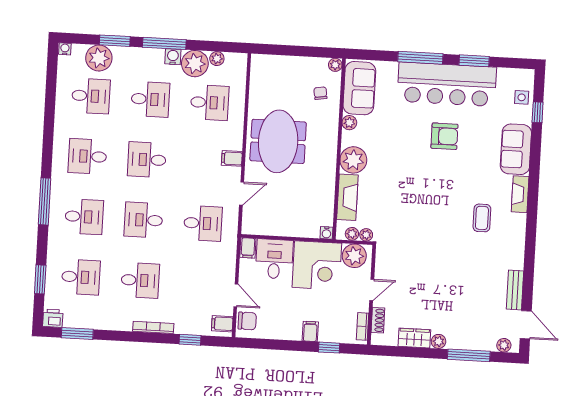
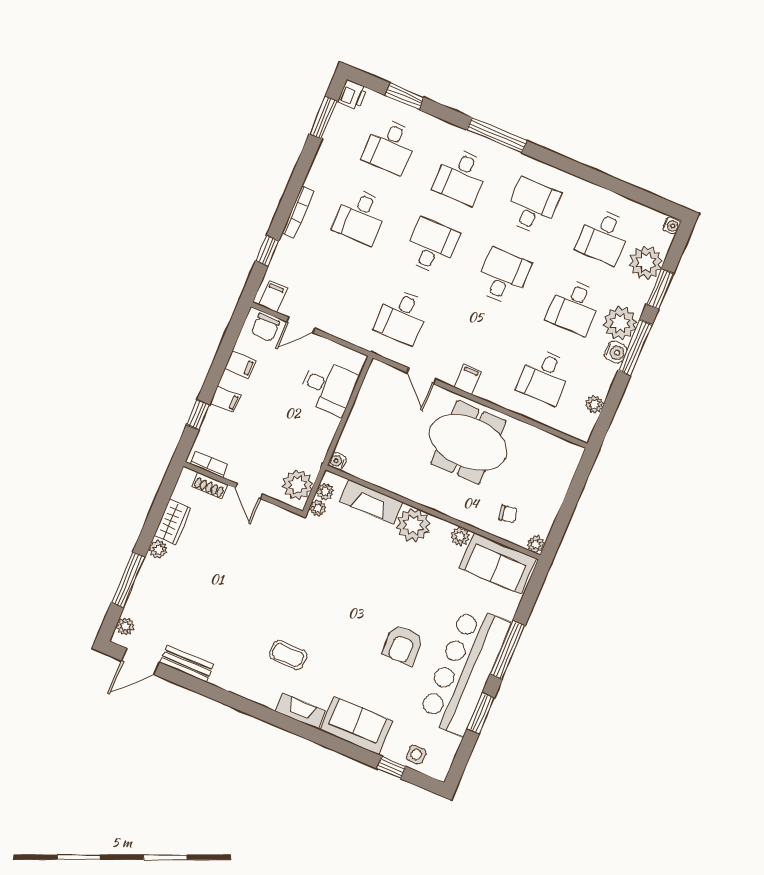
plant: (195, 64) -> (620, 323), moved
filing cabinet: (248, 248) -> (240, 364), moved, turned 180
corner desk: (317, 265) -> (302, 436), removed

